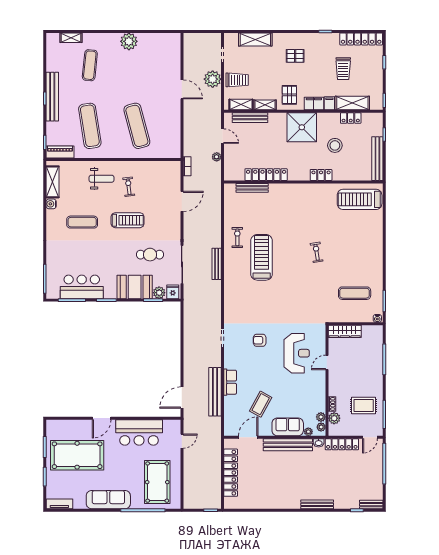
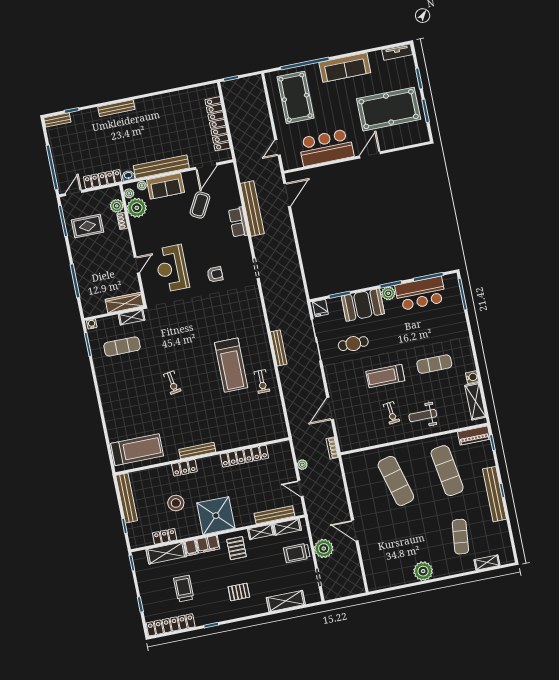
bench: (252, 188) -> (197, 451), moved
plant: (159, 293) -> (388, 293), moved
shelving: (341, 317) -> (132, 317), added
plant: (321, 417) -> (137, 208), width x1.88, depth x1.88

